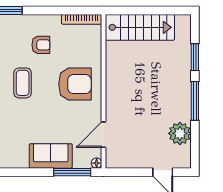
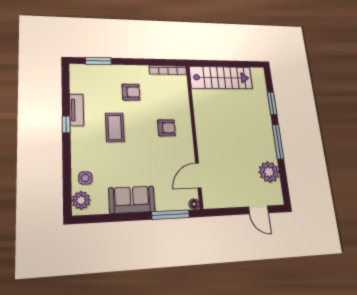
armchair: (75, 84) -> (166, 128), width x0.53, depth x0.53
sofa: (51, 156) -> (132, 200), moved

